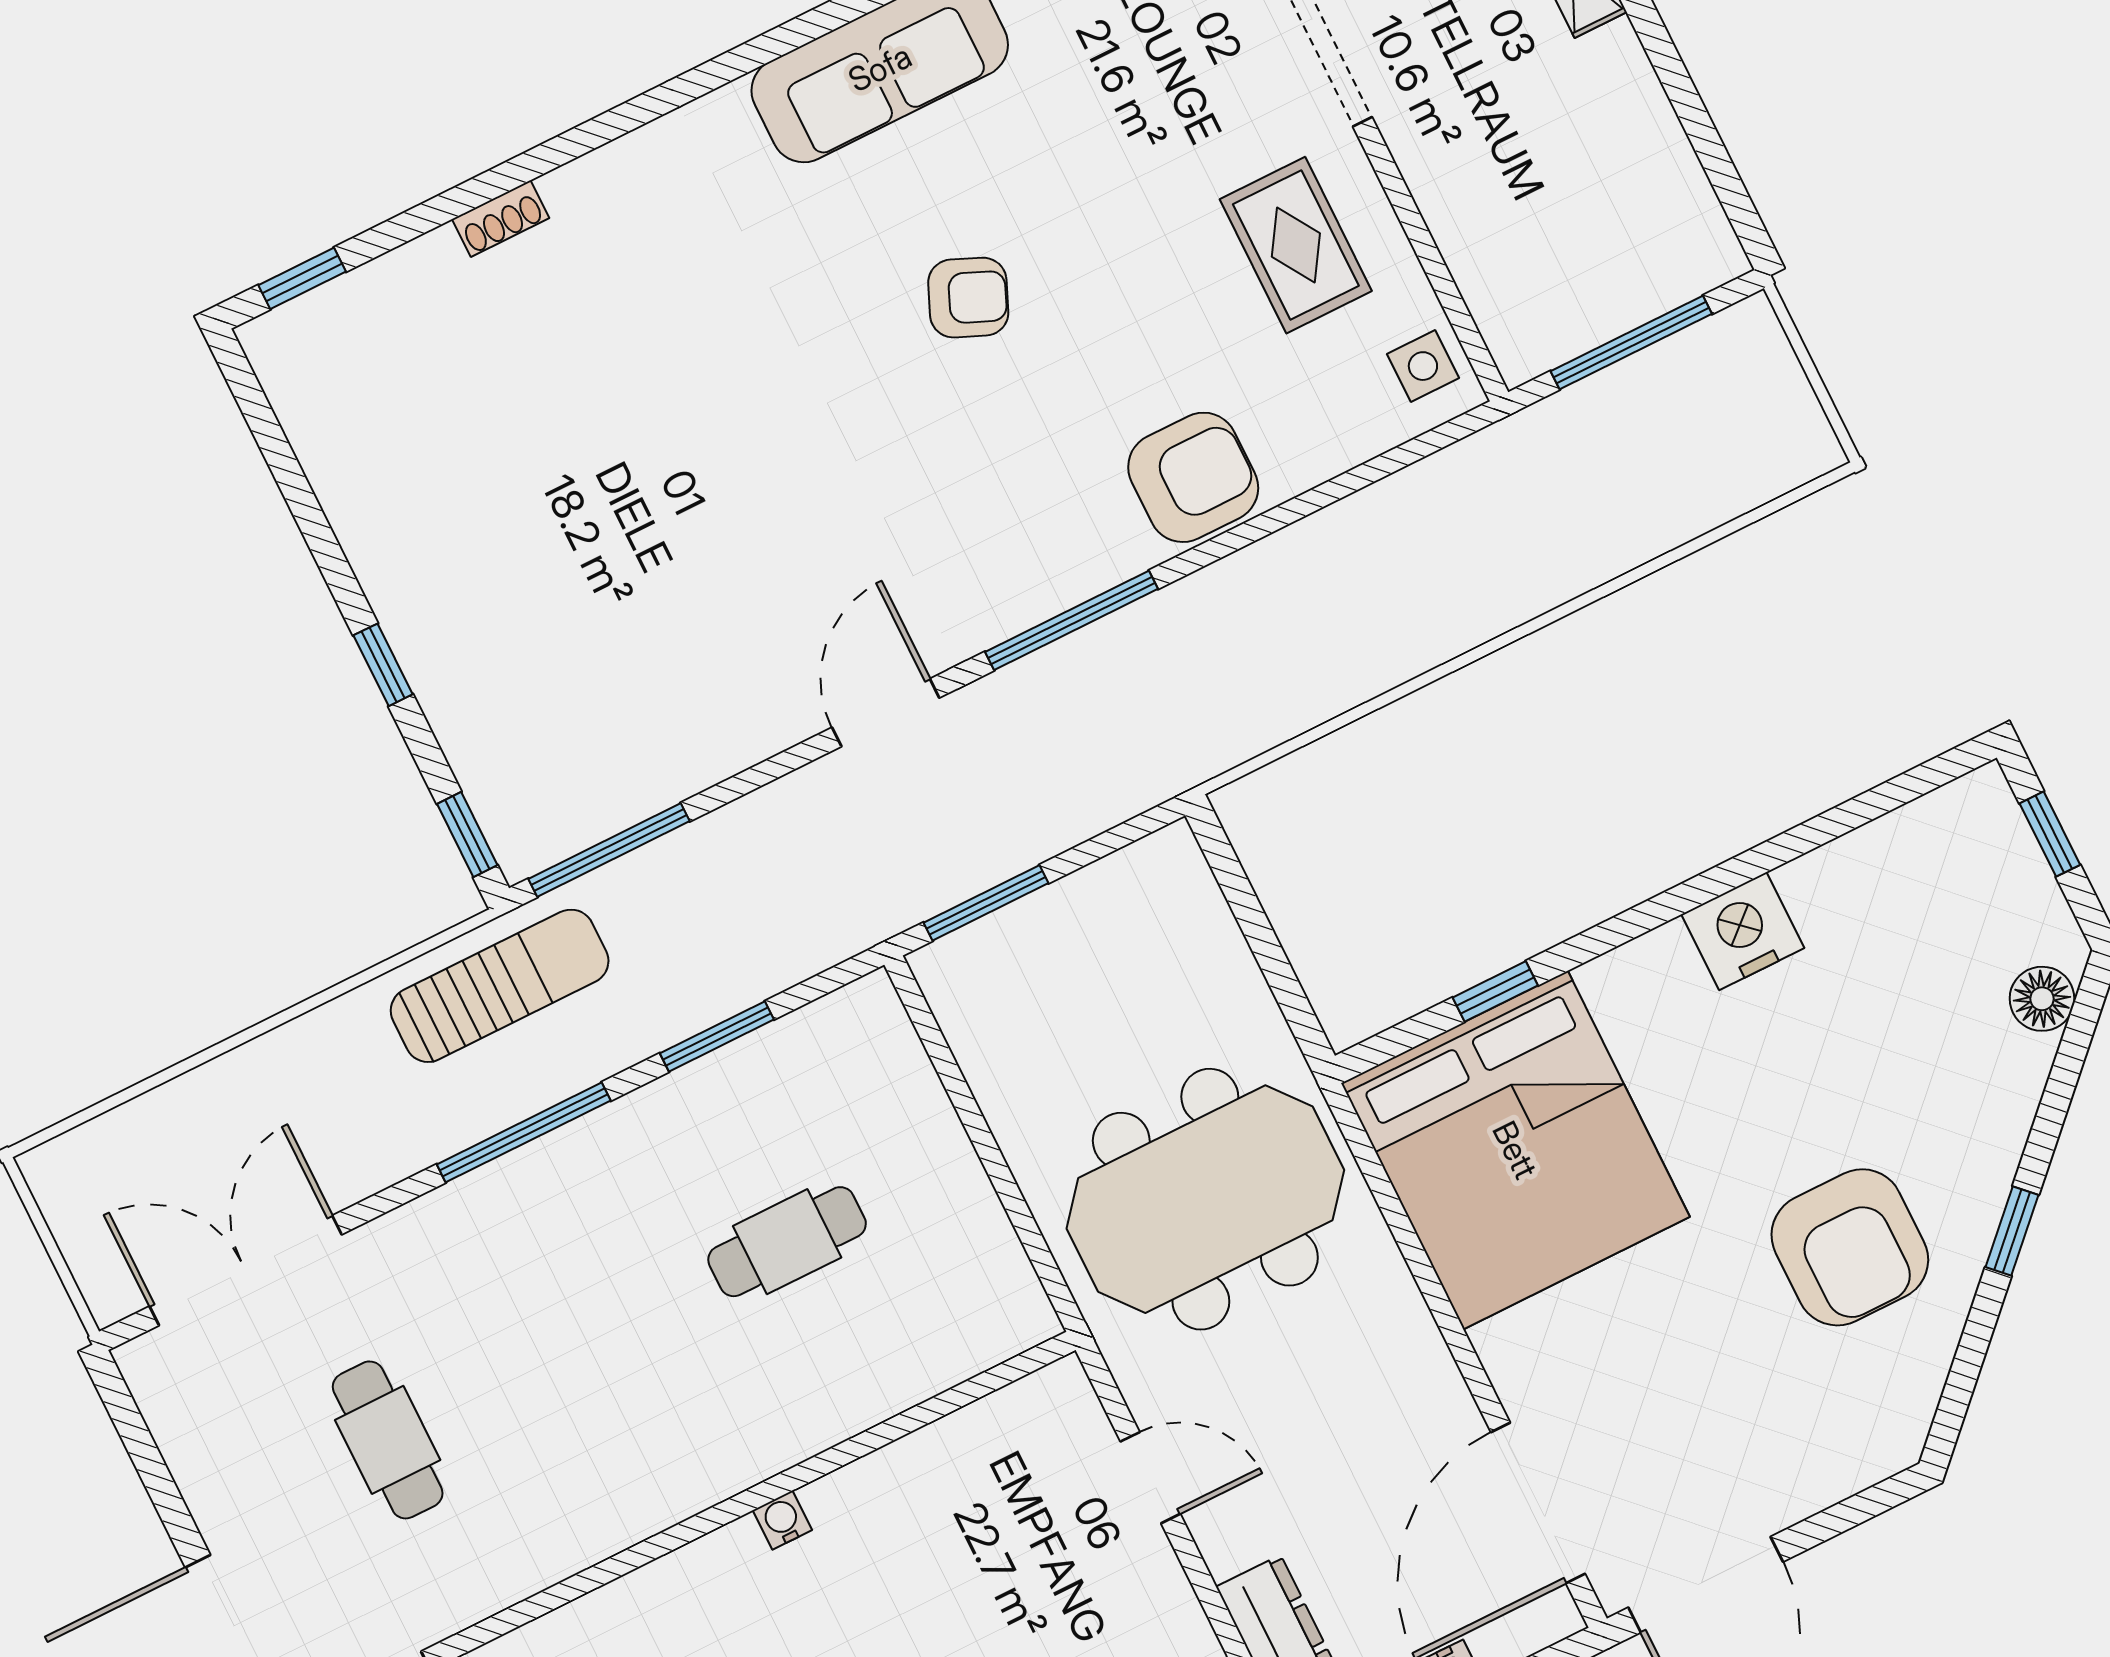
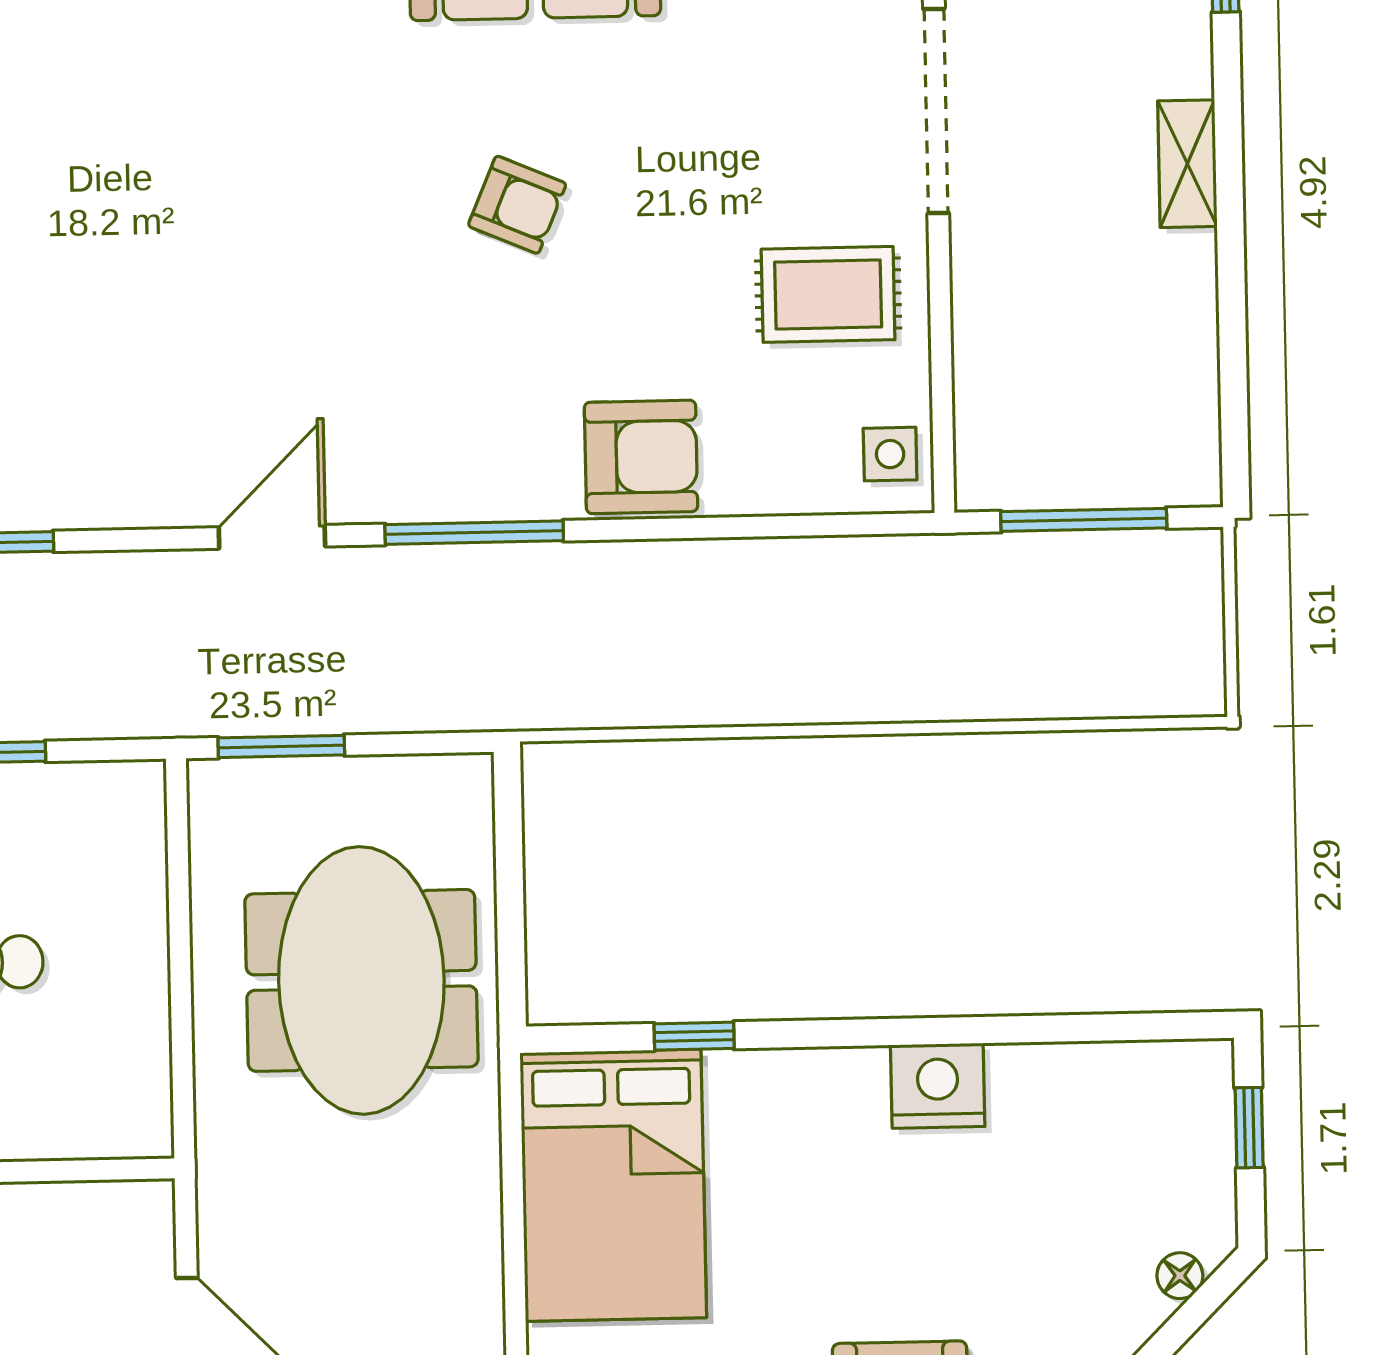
rug: (1296, 245) -> (828, 294), turned 90
floor lamp: (2042, 999) -> (1180, 1276), width x0.73, depth x0.73
bed: (1515, 1150) -> (613, 1185), width x0.73
meeting table: (1205, 1199) -> (361, 980), moved, turned 90

